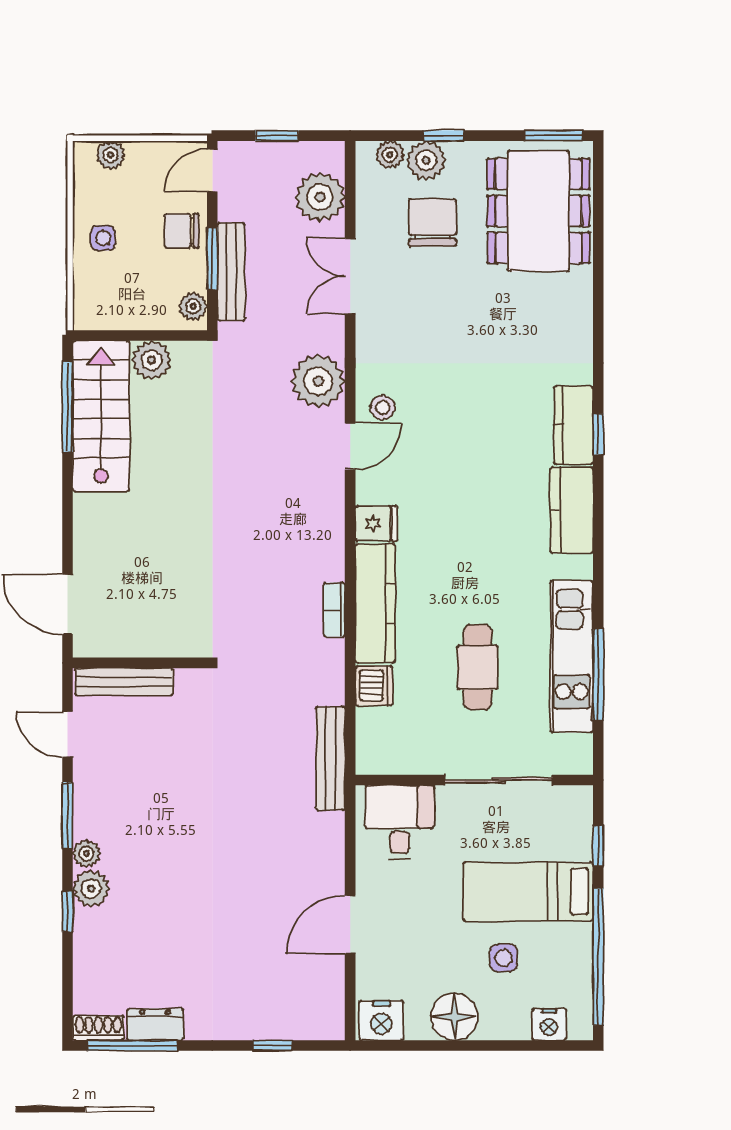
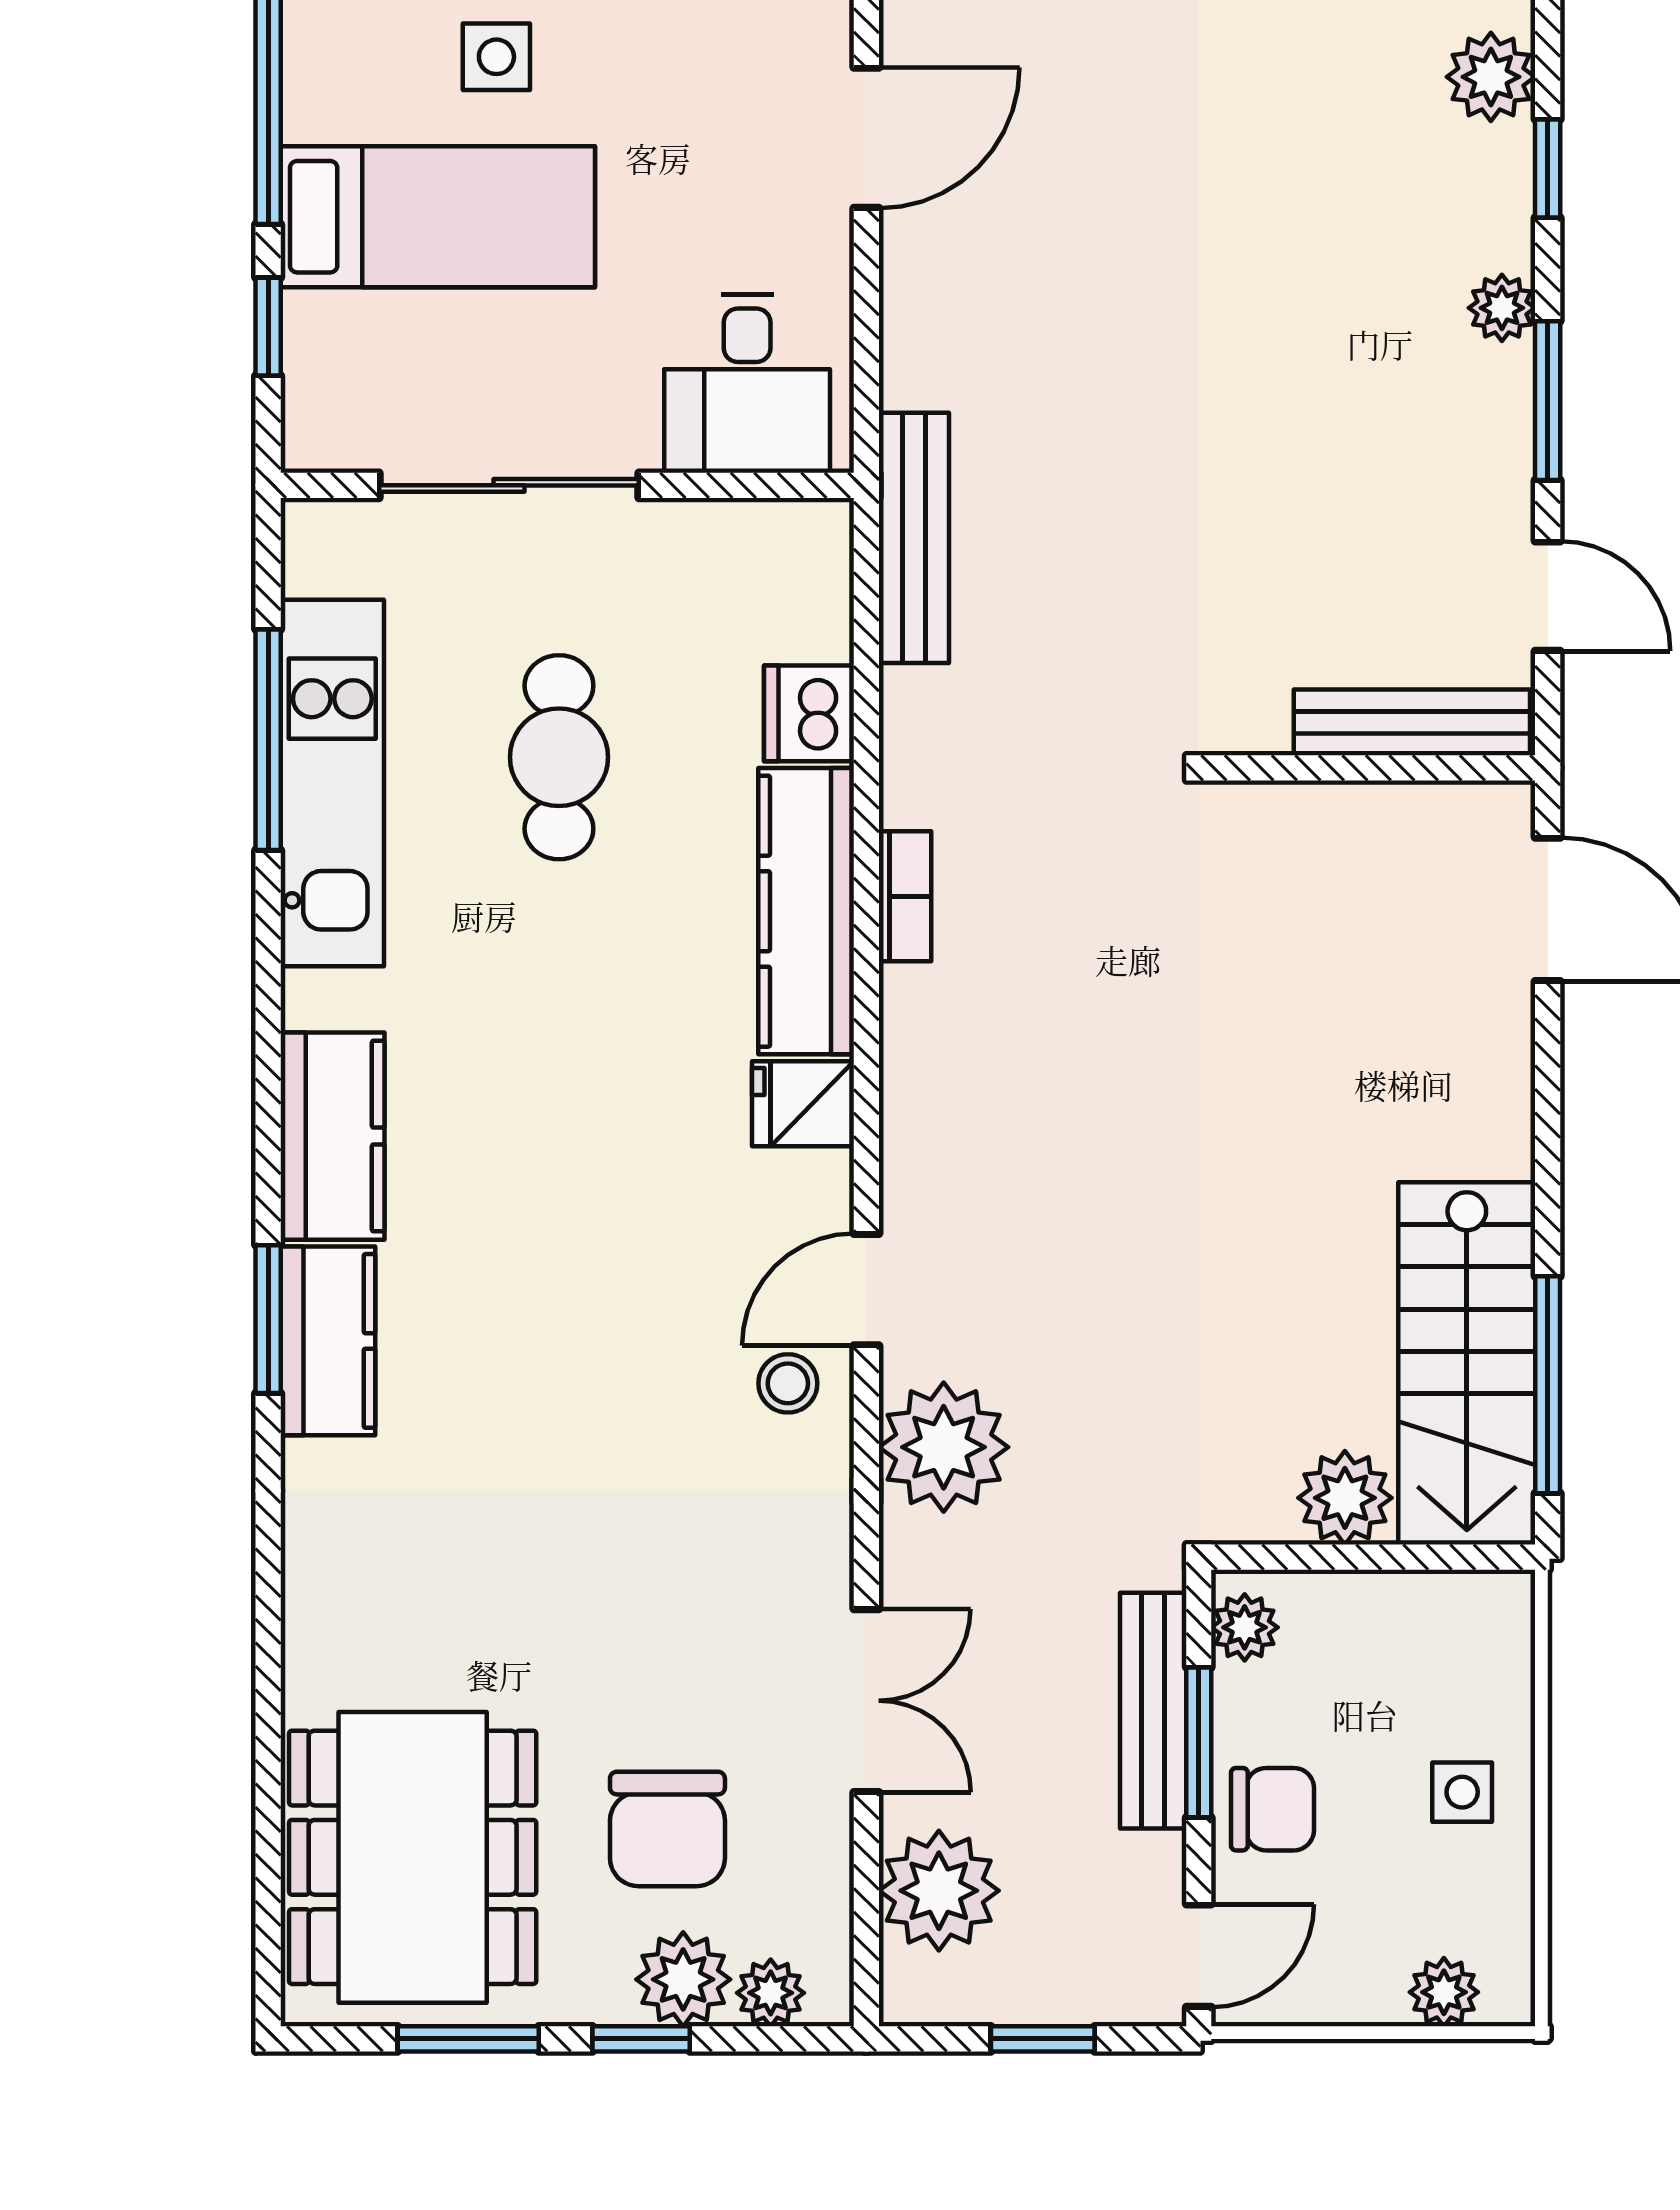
window: (554, 136) -> (468, 2039), moved
window: (598, 434) -> (268, 1319), width x1.50
plant: (91, 889) -> (1491, 77), moved

